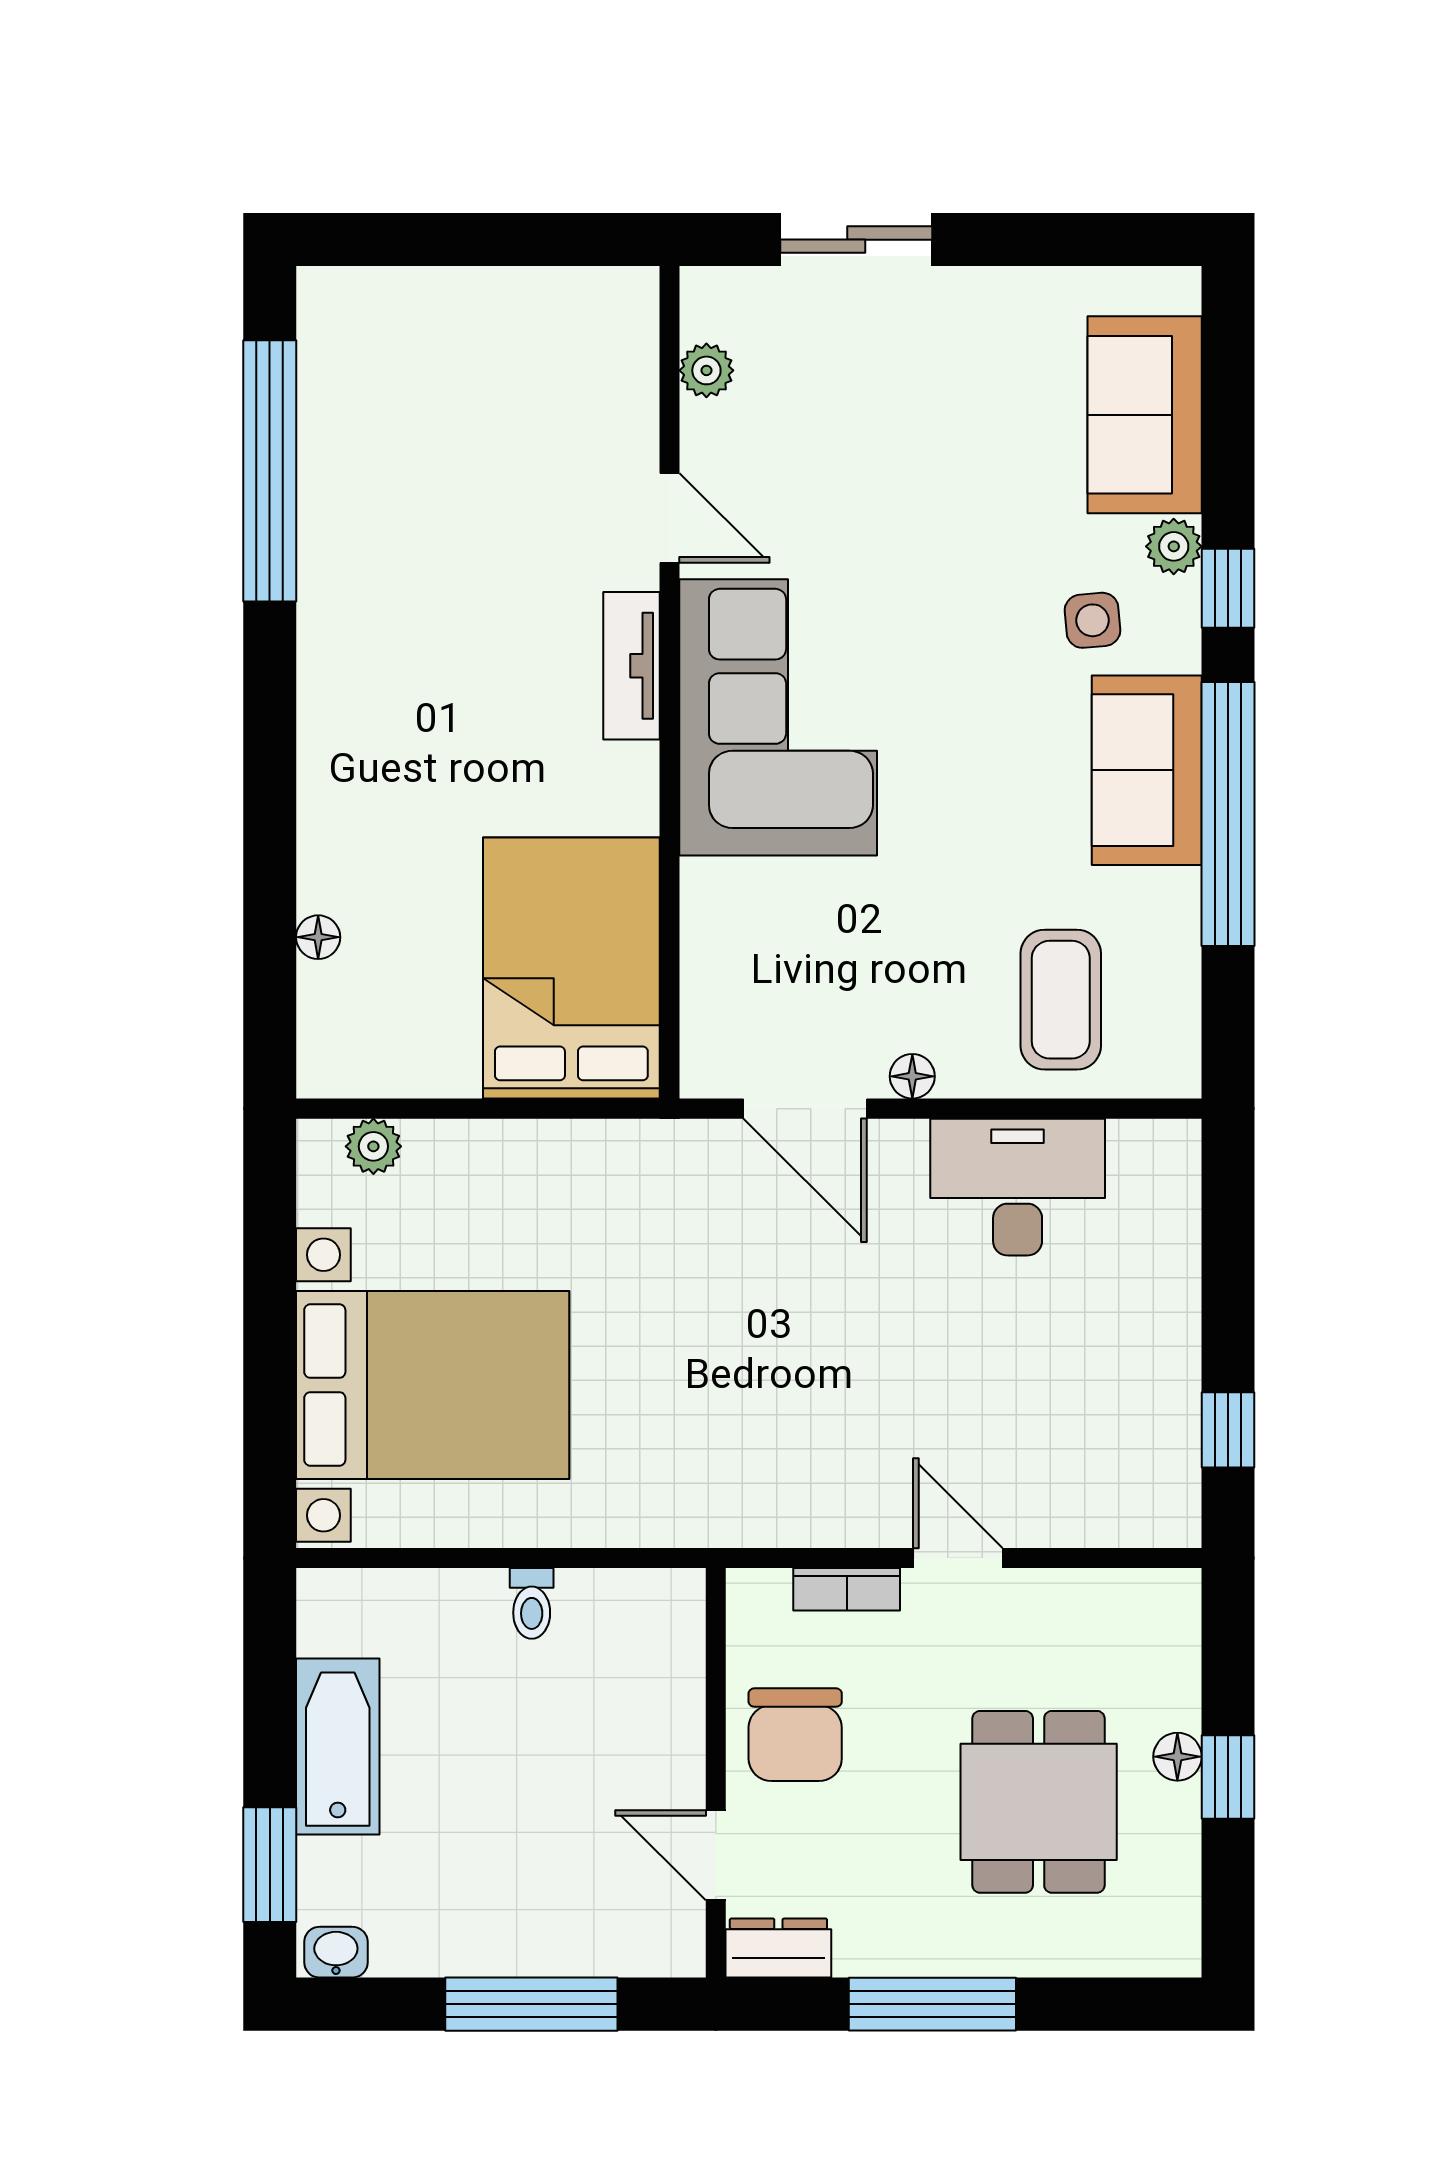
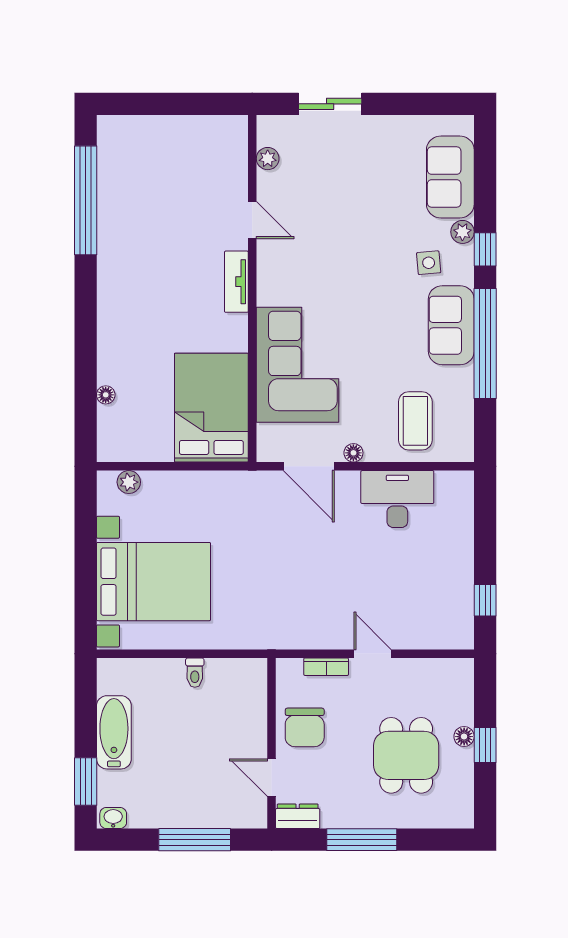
corner sofa: (778, 717) -> (298, 365), moved

